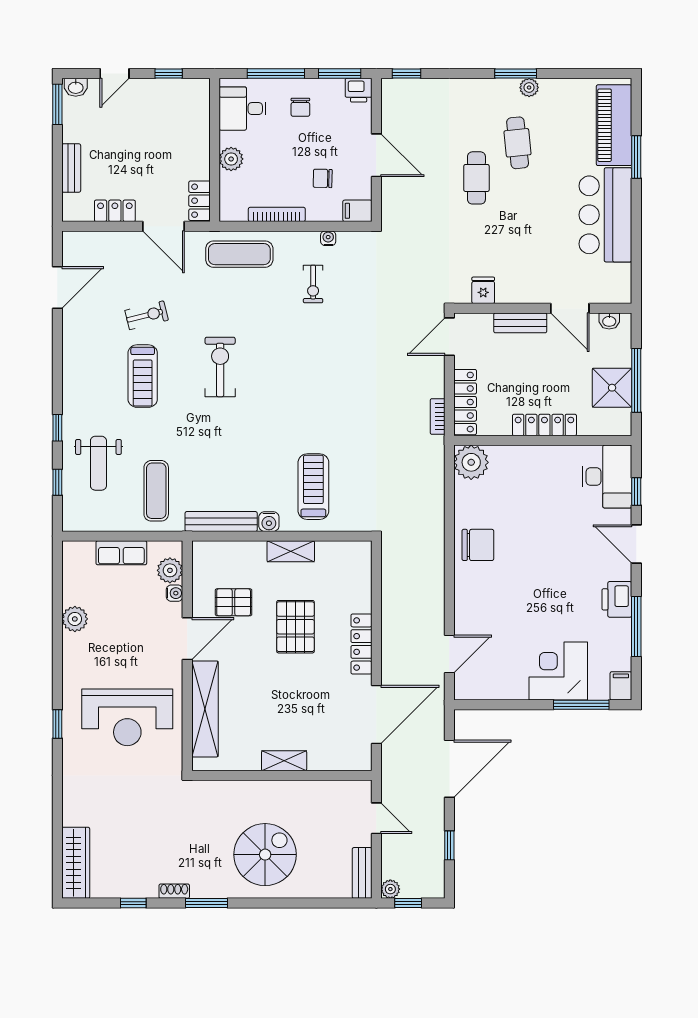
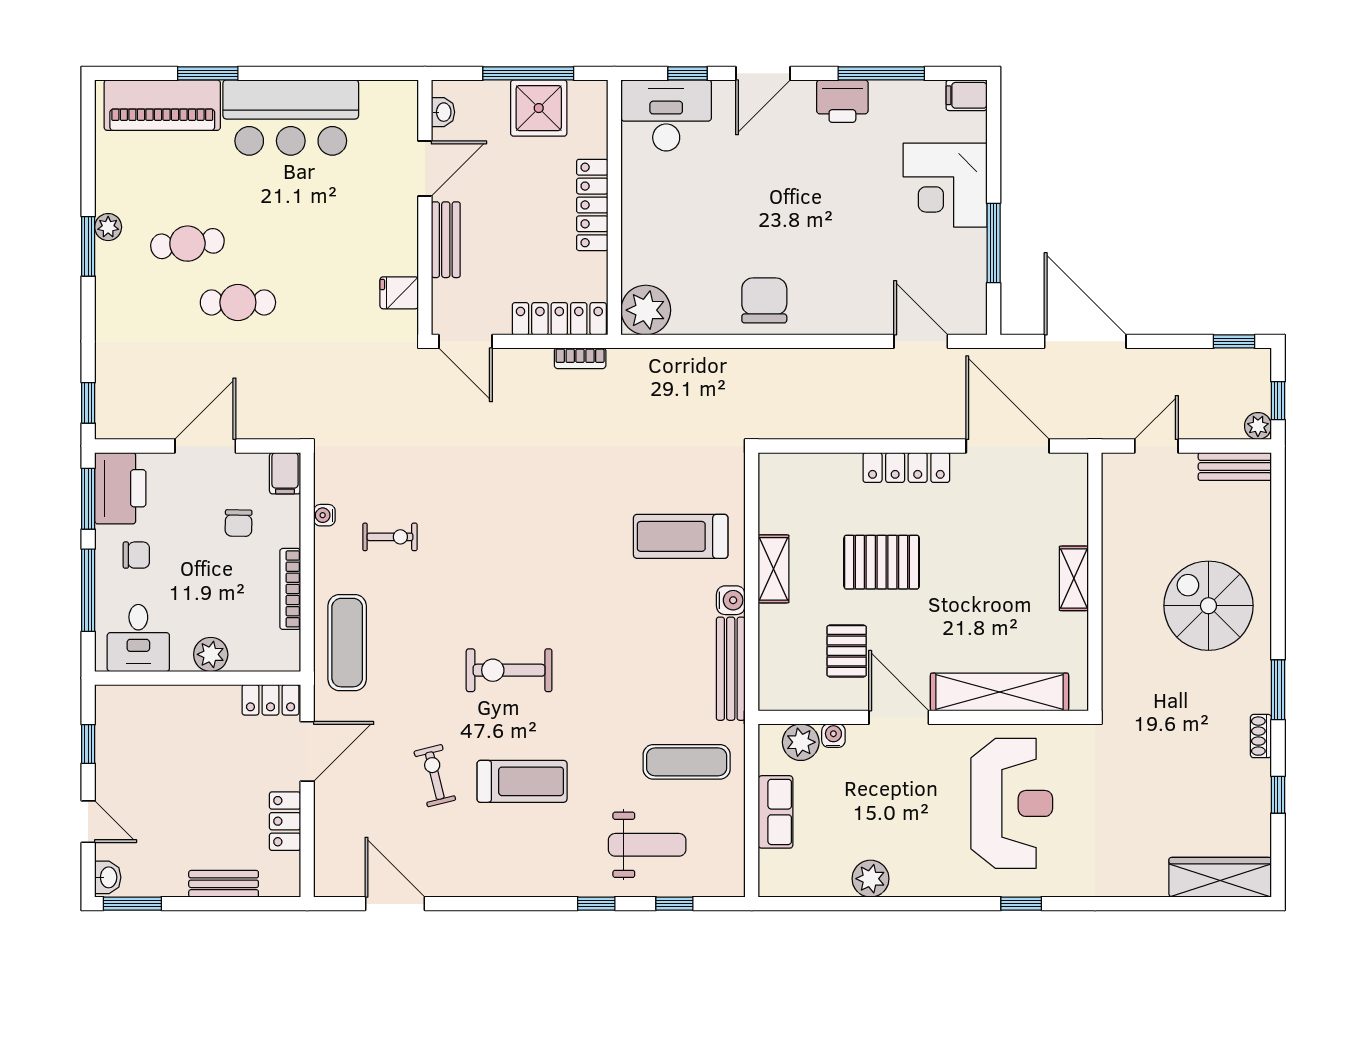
printer: (359, 90) -> (120, 488), width x1.87, depth x1.48
window: (581, 705) -> (994, 243), moved
window: (449, 845) -> (1234, 341), moved

